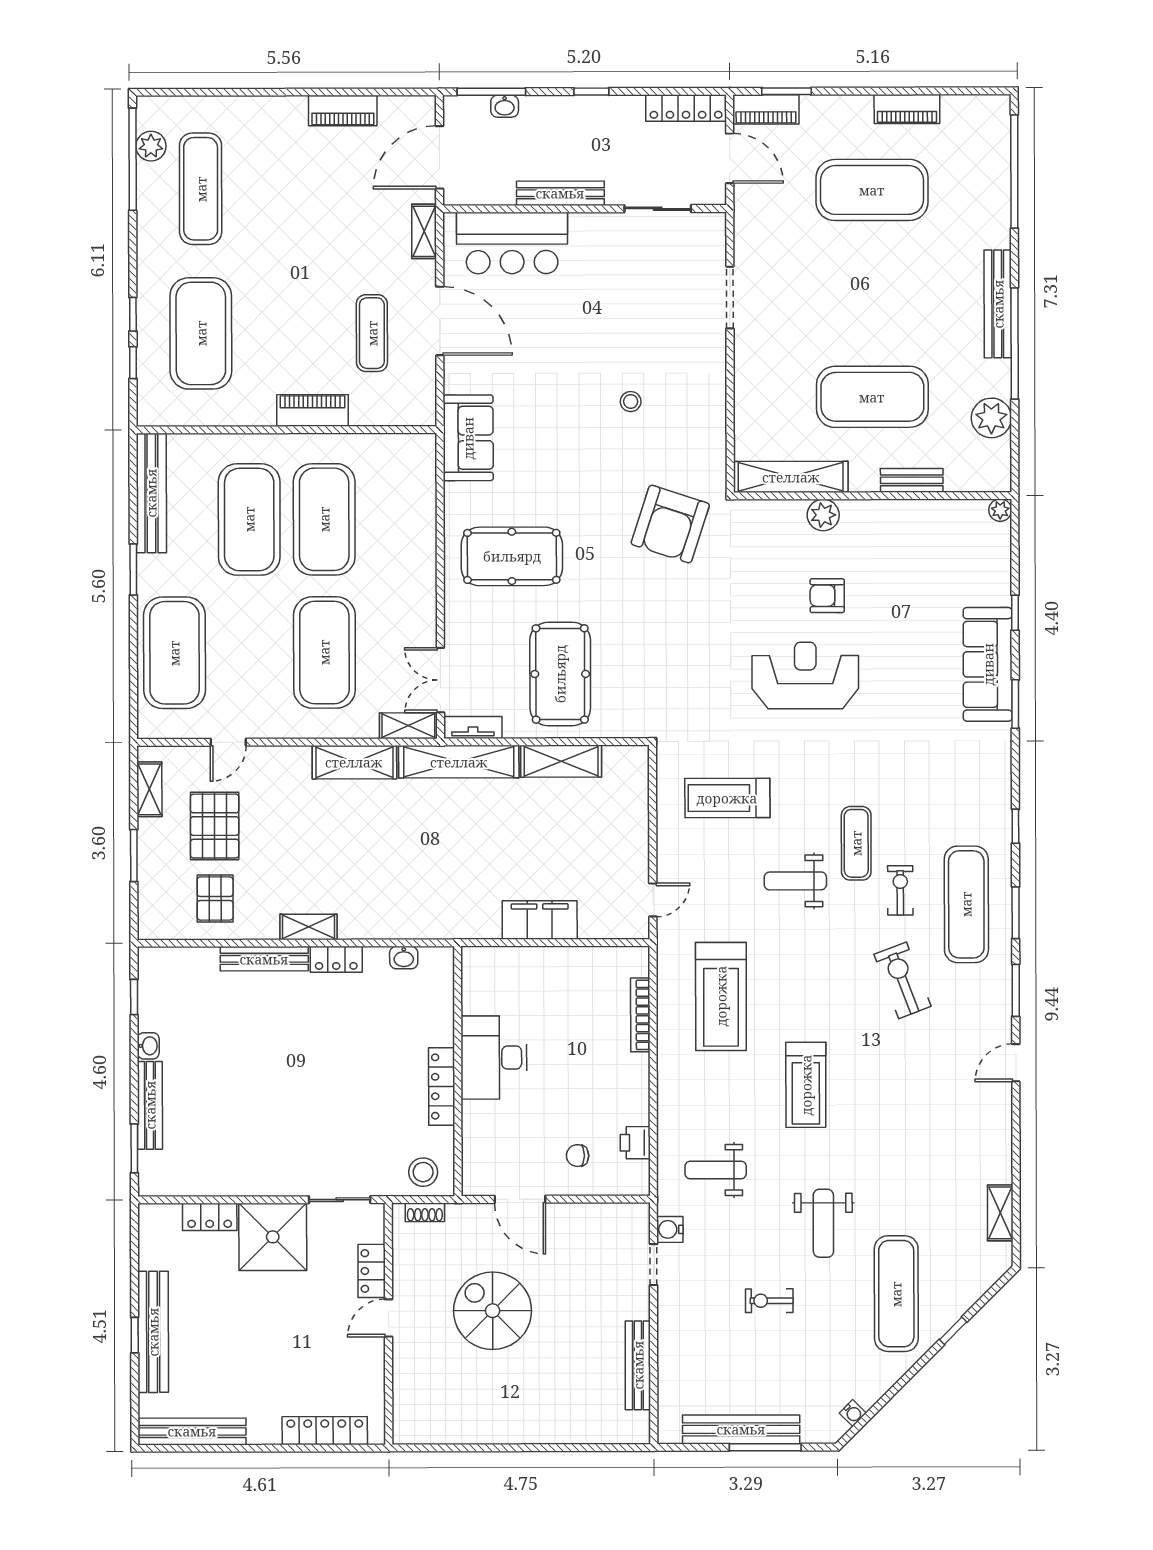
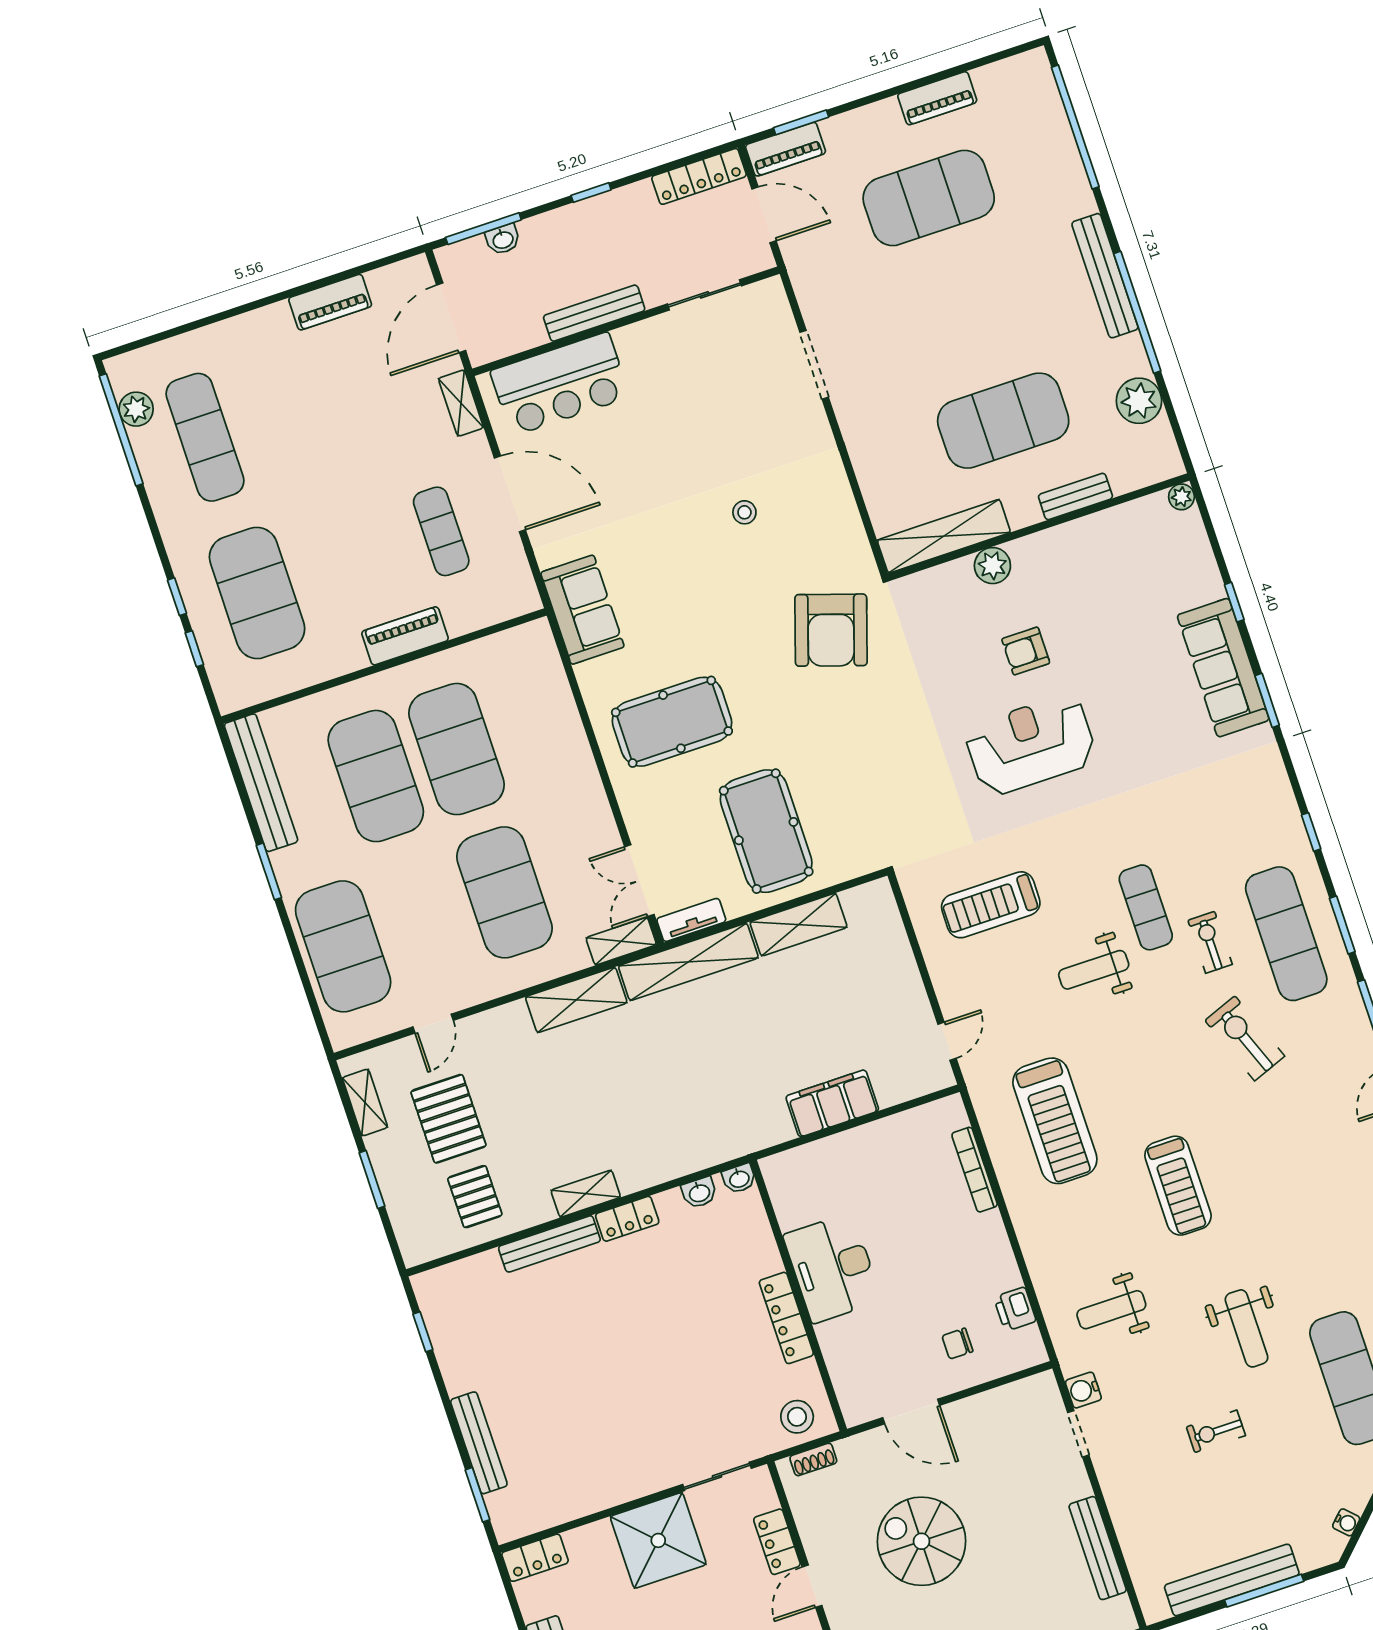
washbasin: (148, 1046) -> (739, 1179), moved, turned 90
locker: (210, 1217) -> (535, 1558), moved

